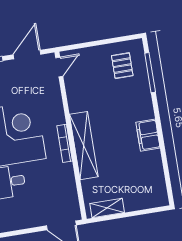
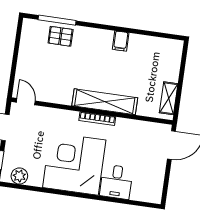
pallet: (122, 66) -> (61, 36), moved
filing cabinet: (148, 135) -> (121, 41), width x0.50

